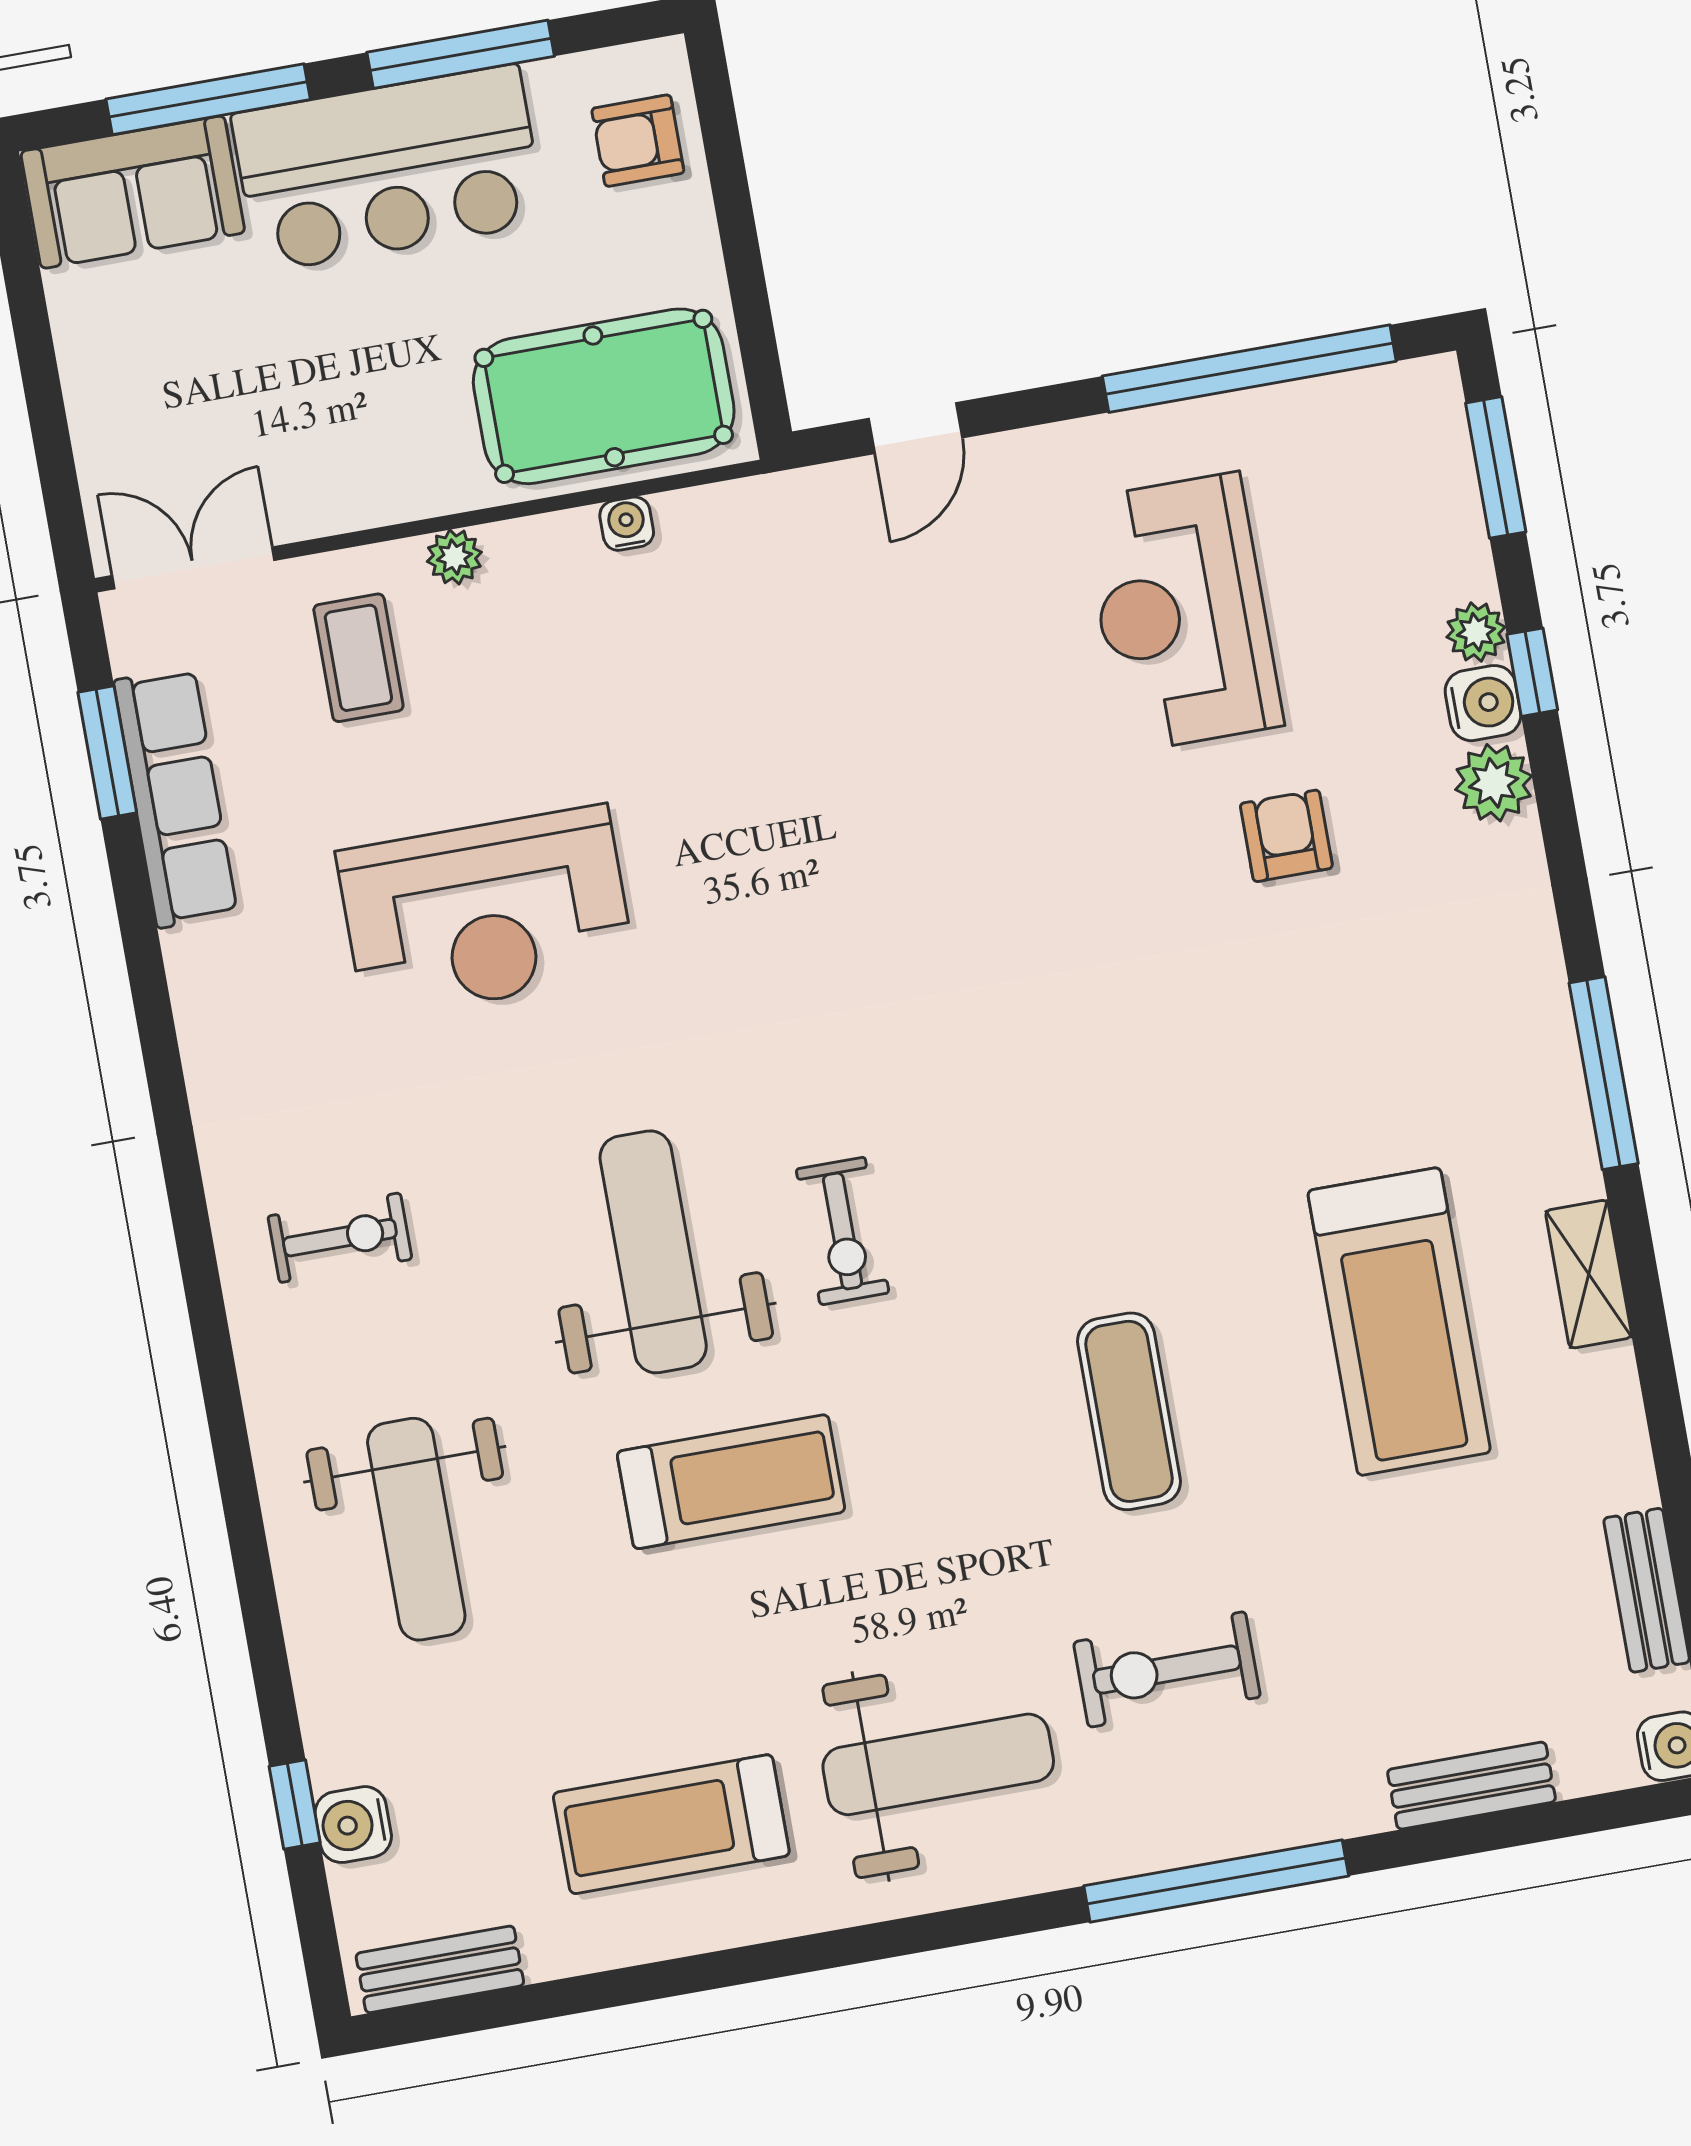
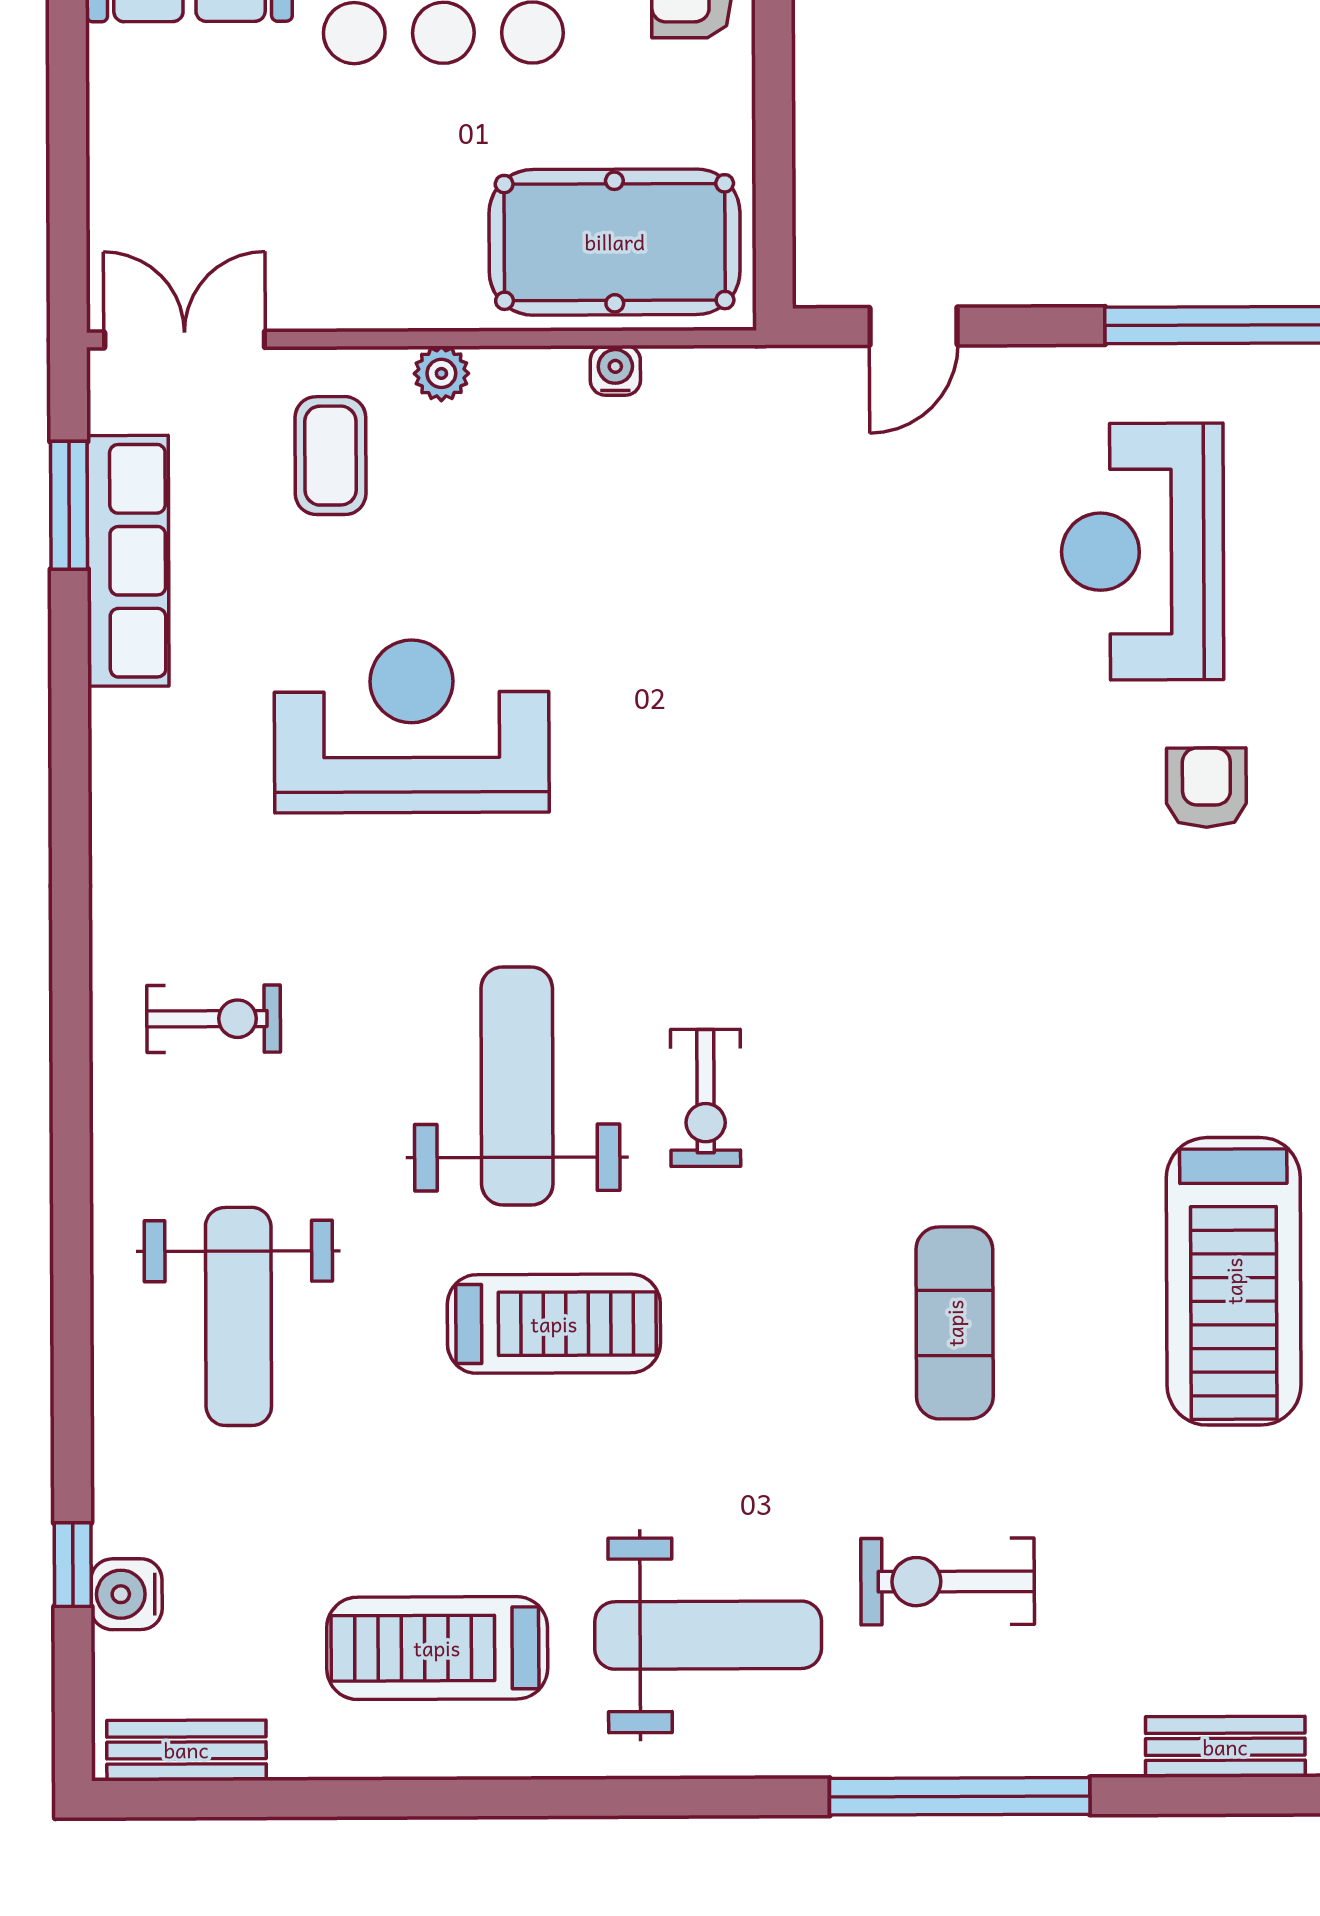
reception desk: (486, 913) -> (412, 726), turned 180

